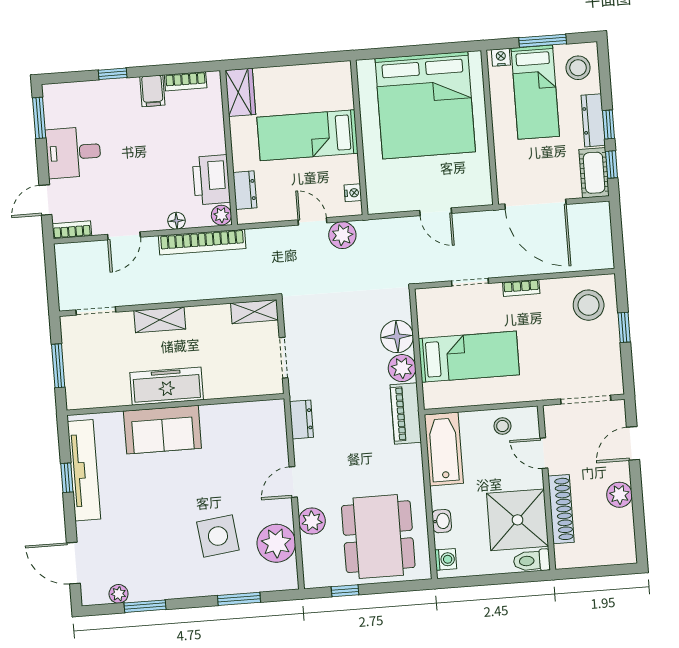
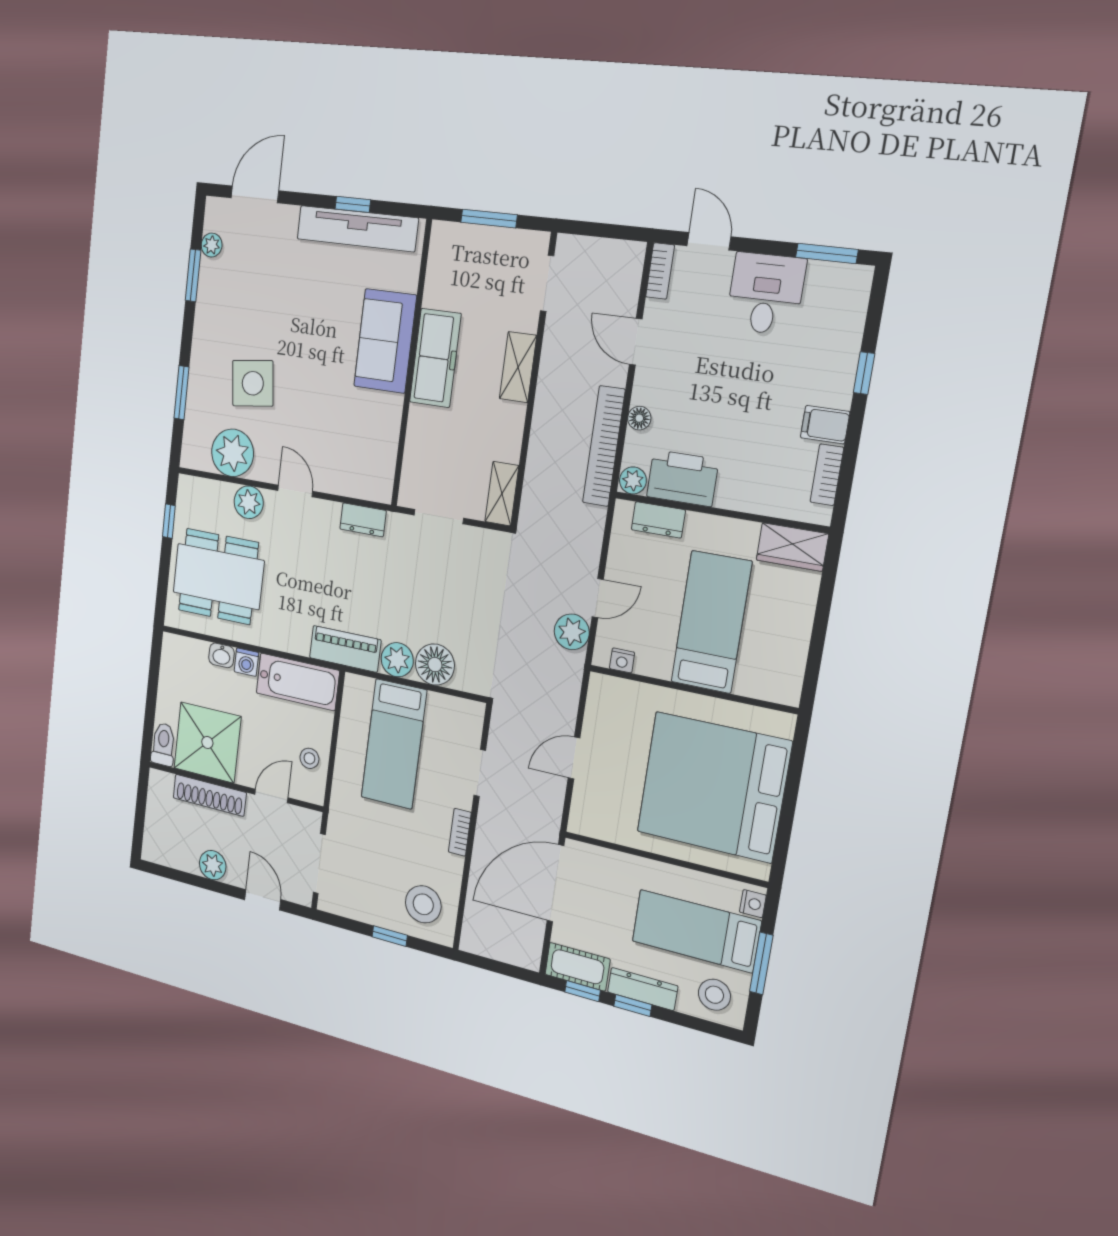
washing machine: (446, 559) -> (246, 662), moved

